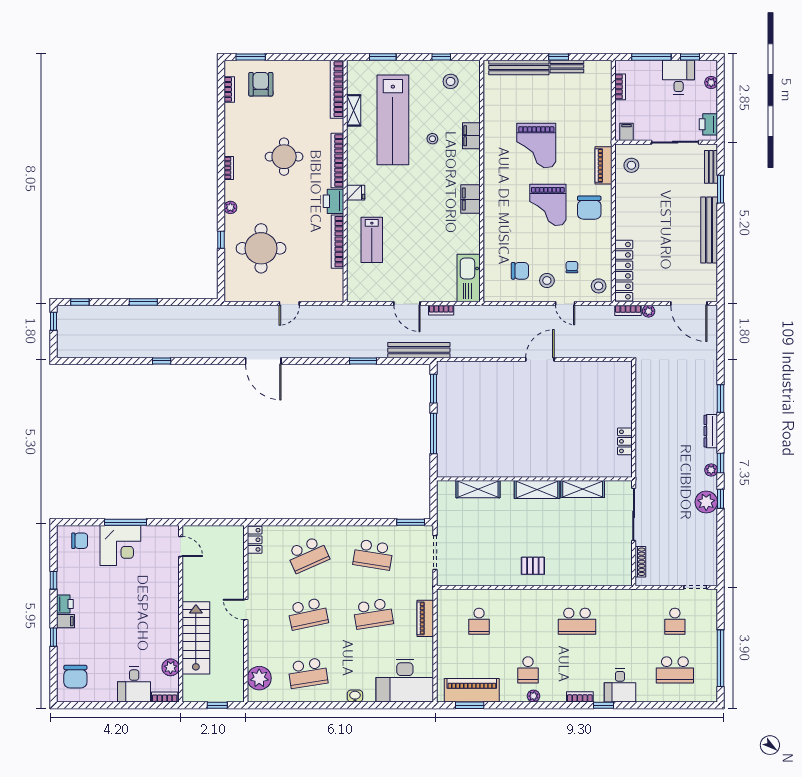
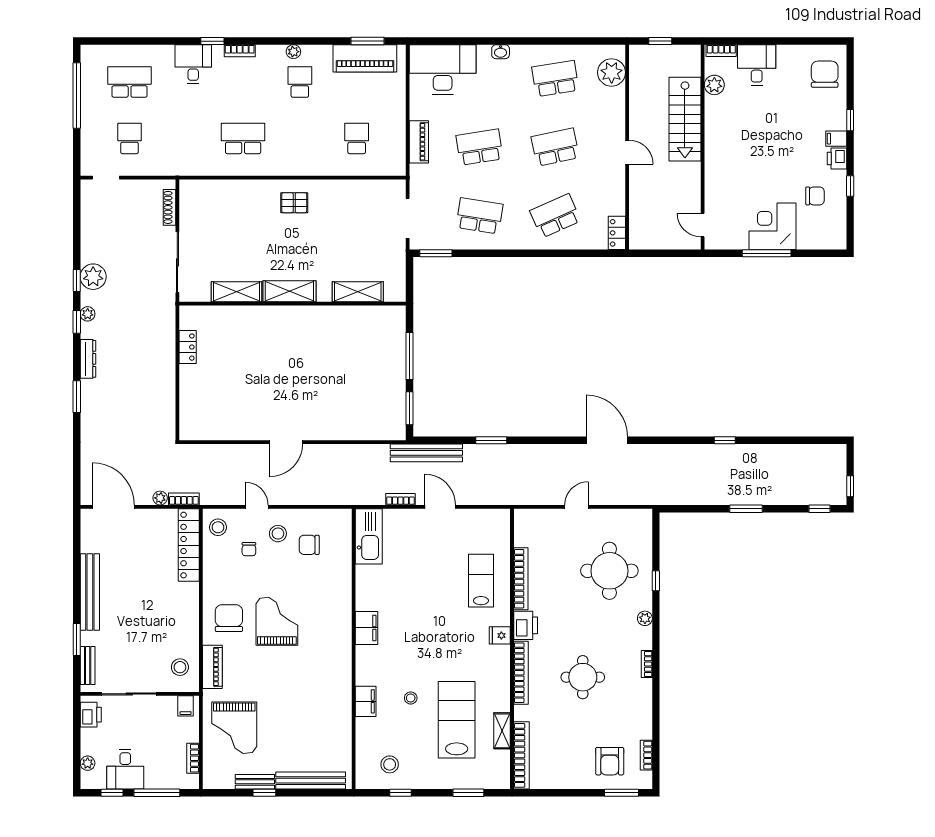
lab bench: (393, 120) -> (457, 720), width x0.73
grand piano: (536, 145) -> (234, 728), moved, turned 180
chair: (80, 541) -> (815, 196), moved, turned 180

